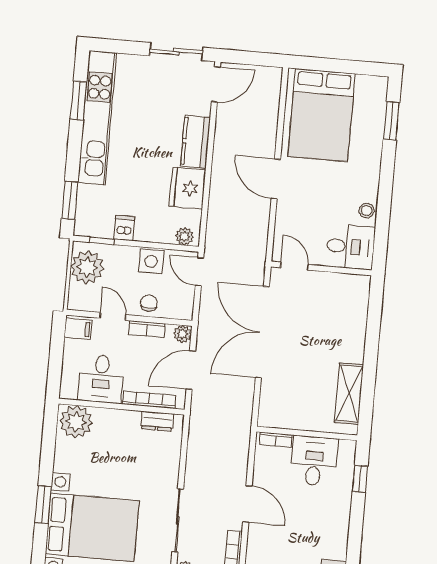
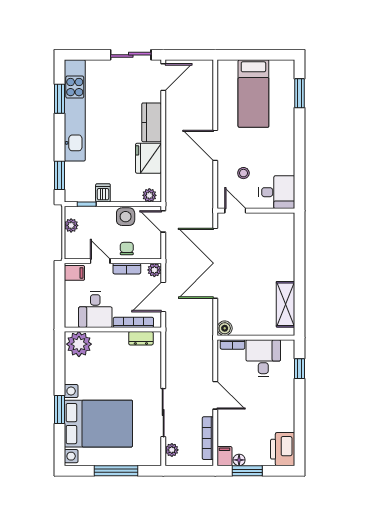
bed: (321, 115) -> (253, 94), width x0.67
stool: (367, 210) -> (243, 173), moved
plant: (87, 267) -> (71, 225), width x0.53, depth x0.53
boiler: (267, 418) -> (225, 328), added

